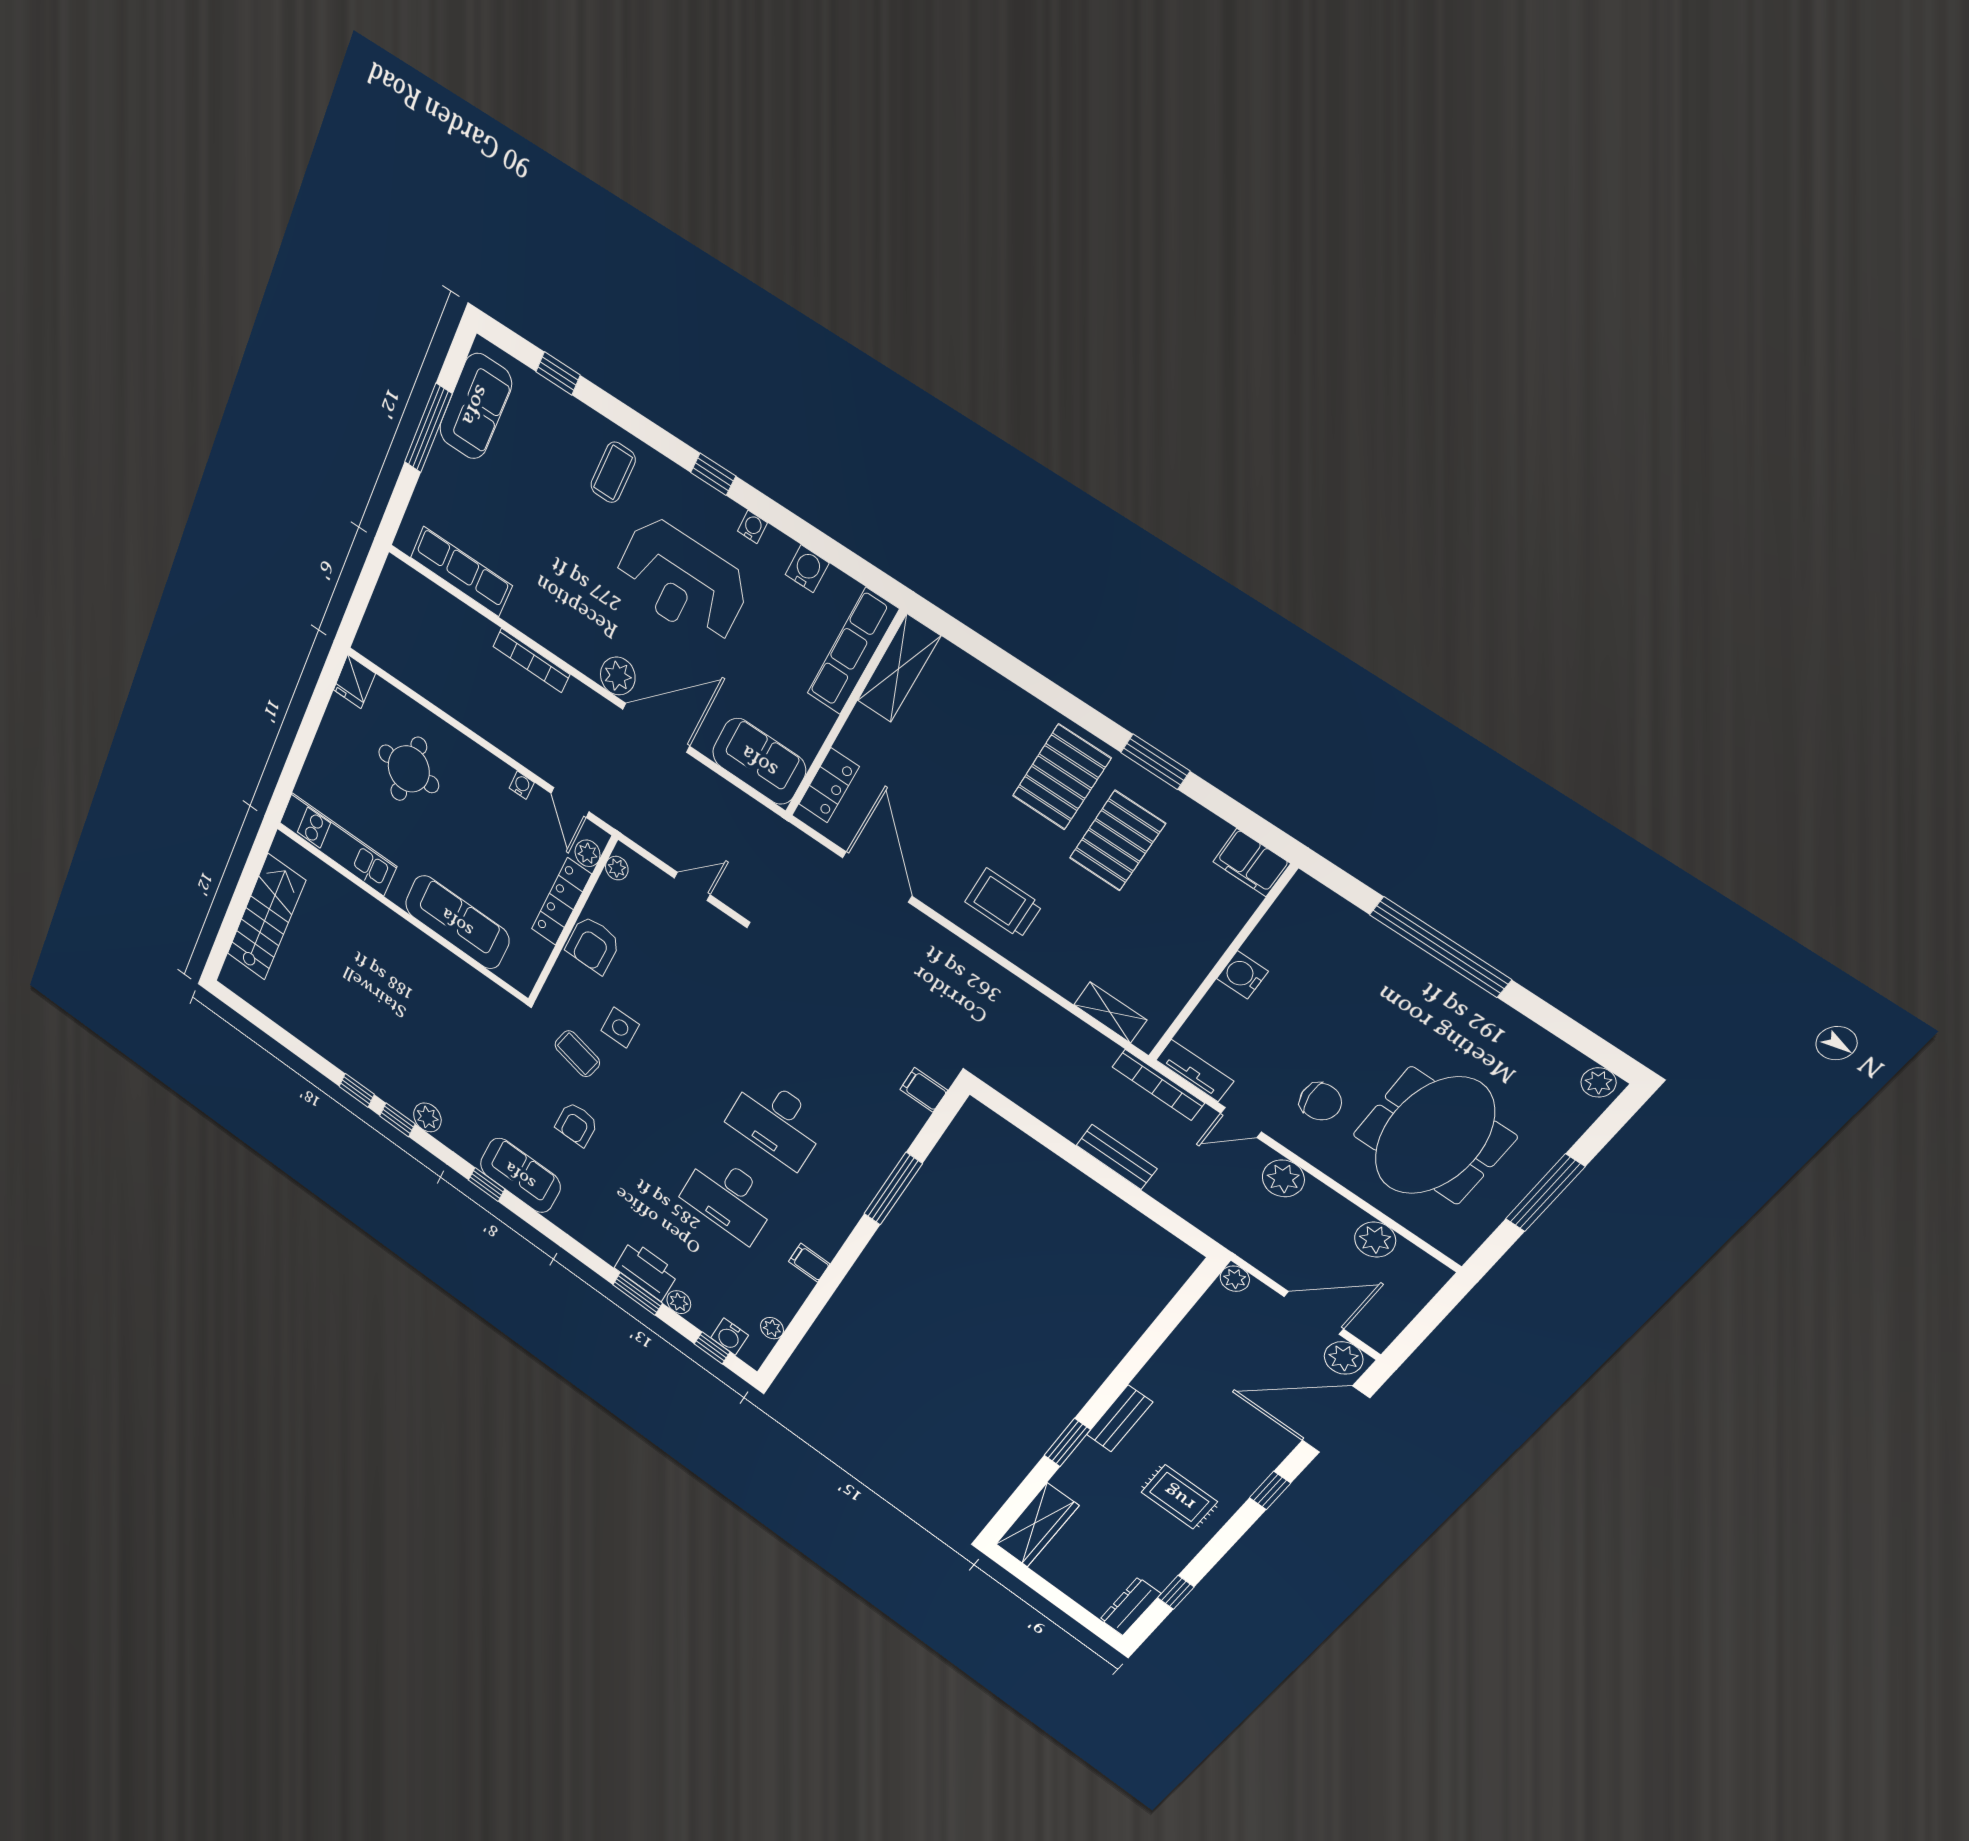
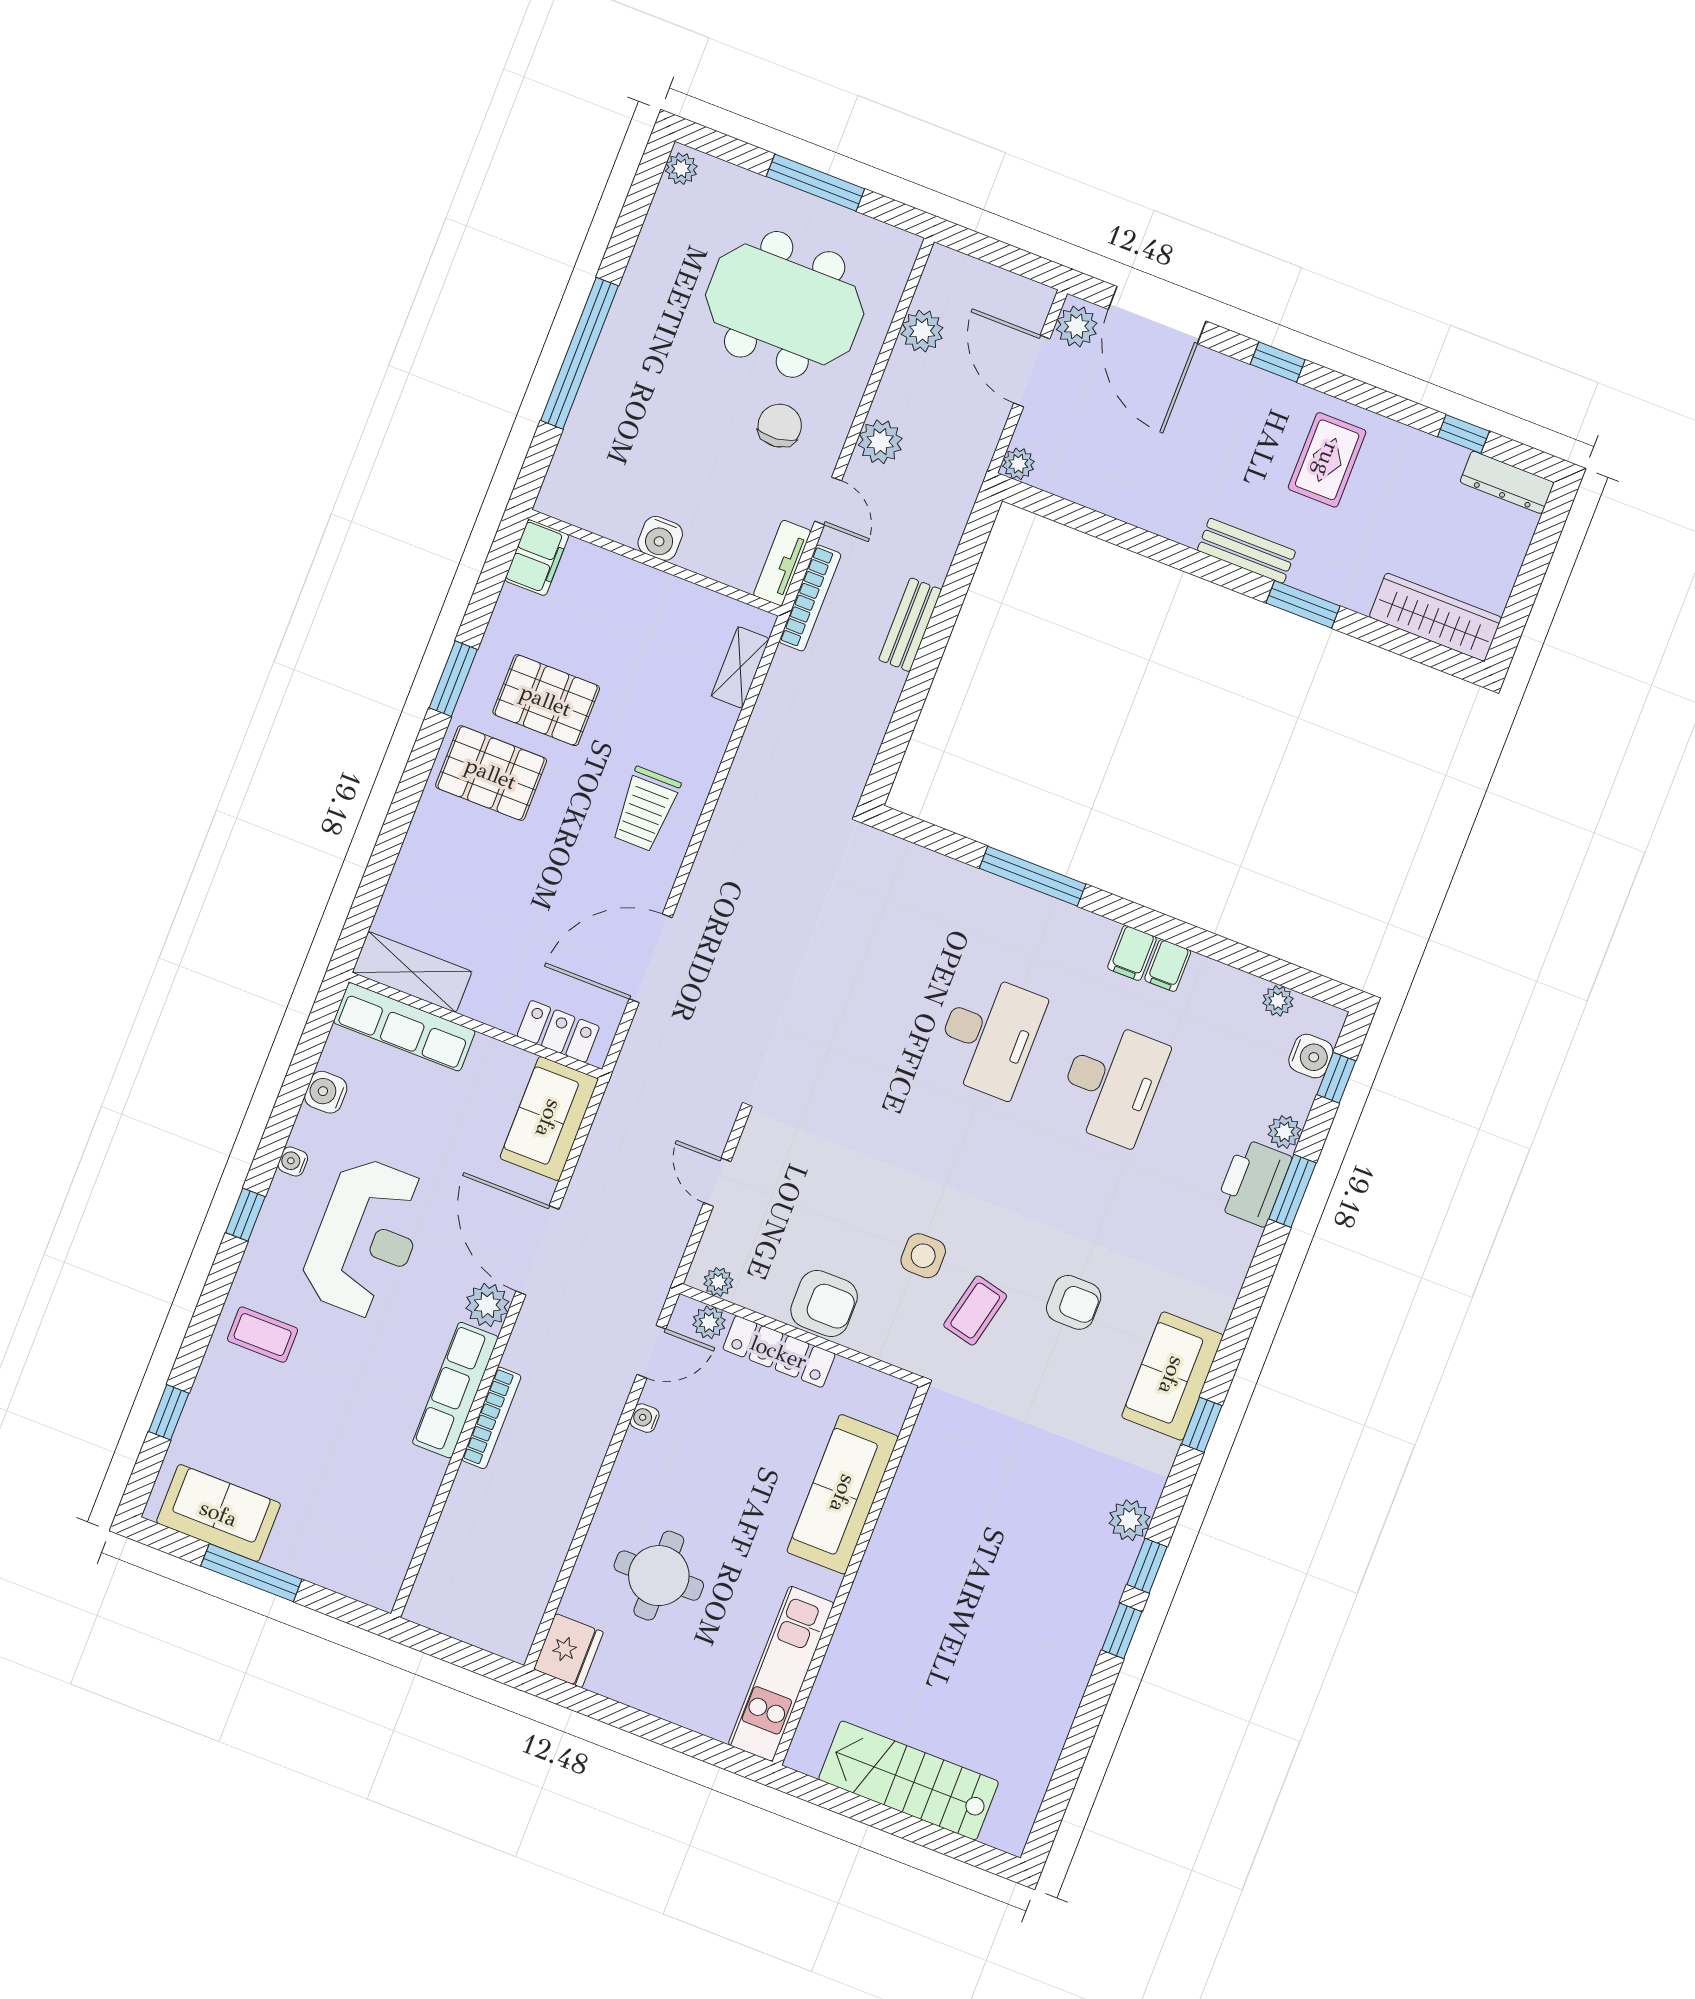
row of seats: (461, 571) -> (455, 1390), moved
fridge: (354, 682) -> (569, 1651), width x1.38
filing cabinet: (924, 1090) -> (1132, 953), moved

